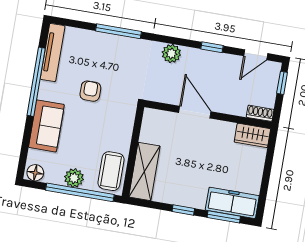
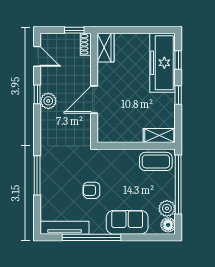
plant: (171, 54) -> (48, 101), moved
window: (282, 83) -> (74, 30), moved
shelving: (144, 172) -> (159, 136), width x0.67, depth x0.75
plant: (74, 178) -> (167, 208), moved
freezer: (232, 203) -> (162, 63), width x1.36, depth x1.26
window: (224, 217) -> (178, 60), width x0.67

